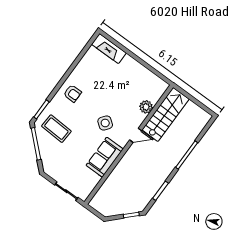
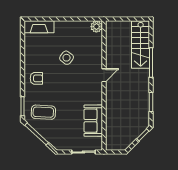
plant: (146, 107) -> (96, 27), moved
stairs: (166, 114) -> (141, 45), moved, turned 180
side table: (105, 123) -> (67, 58), moved
sofa: (105, 157) -> (93, 121), moved

